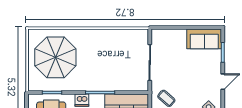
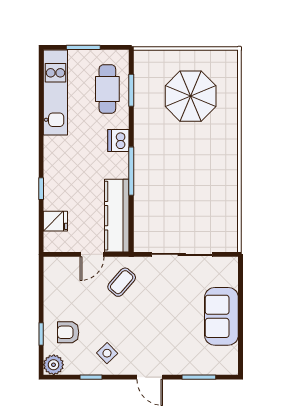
sofa: (204, 39) -> (221, 316), moved
parasol: (55, 57) -> (191, 96), width x0.73, depth x0.73

